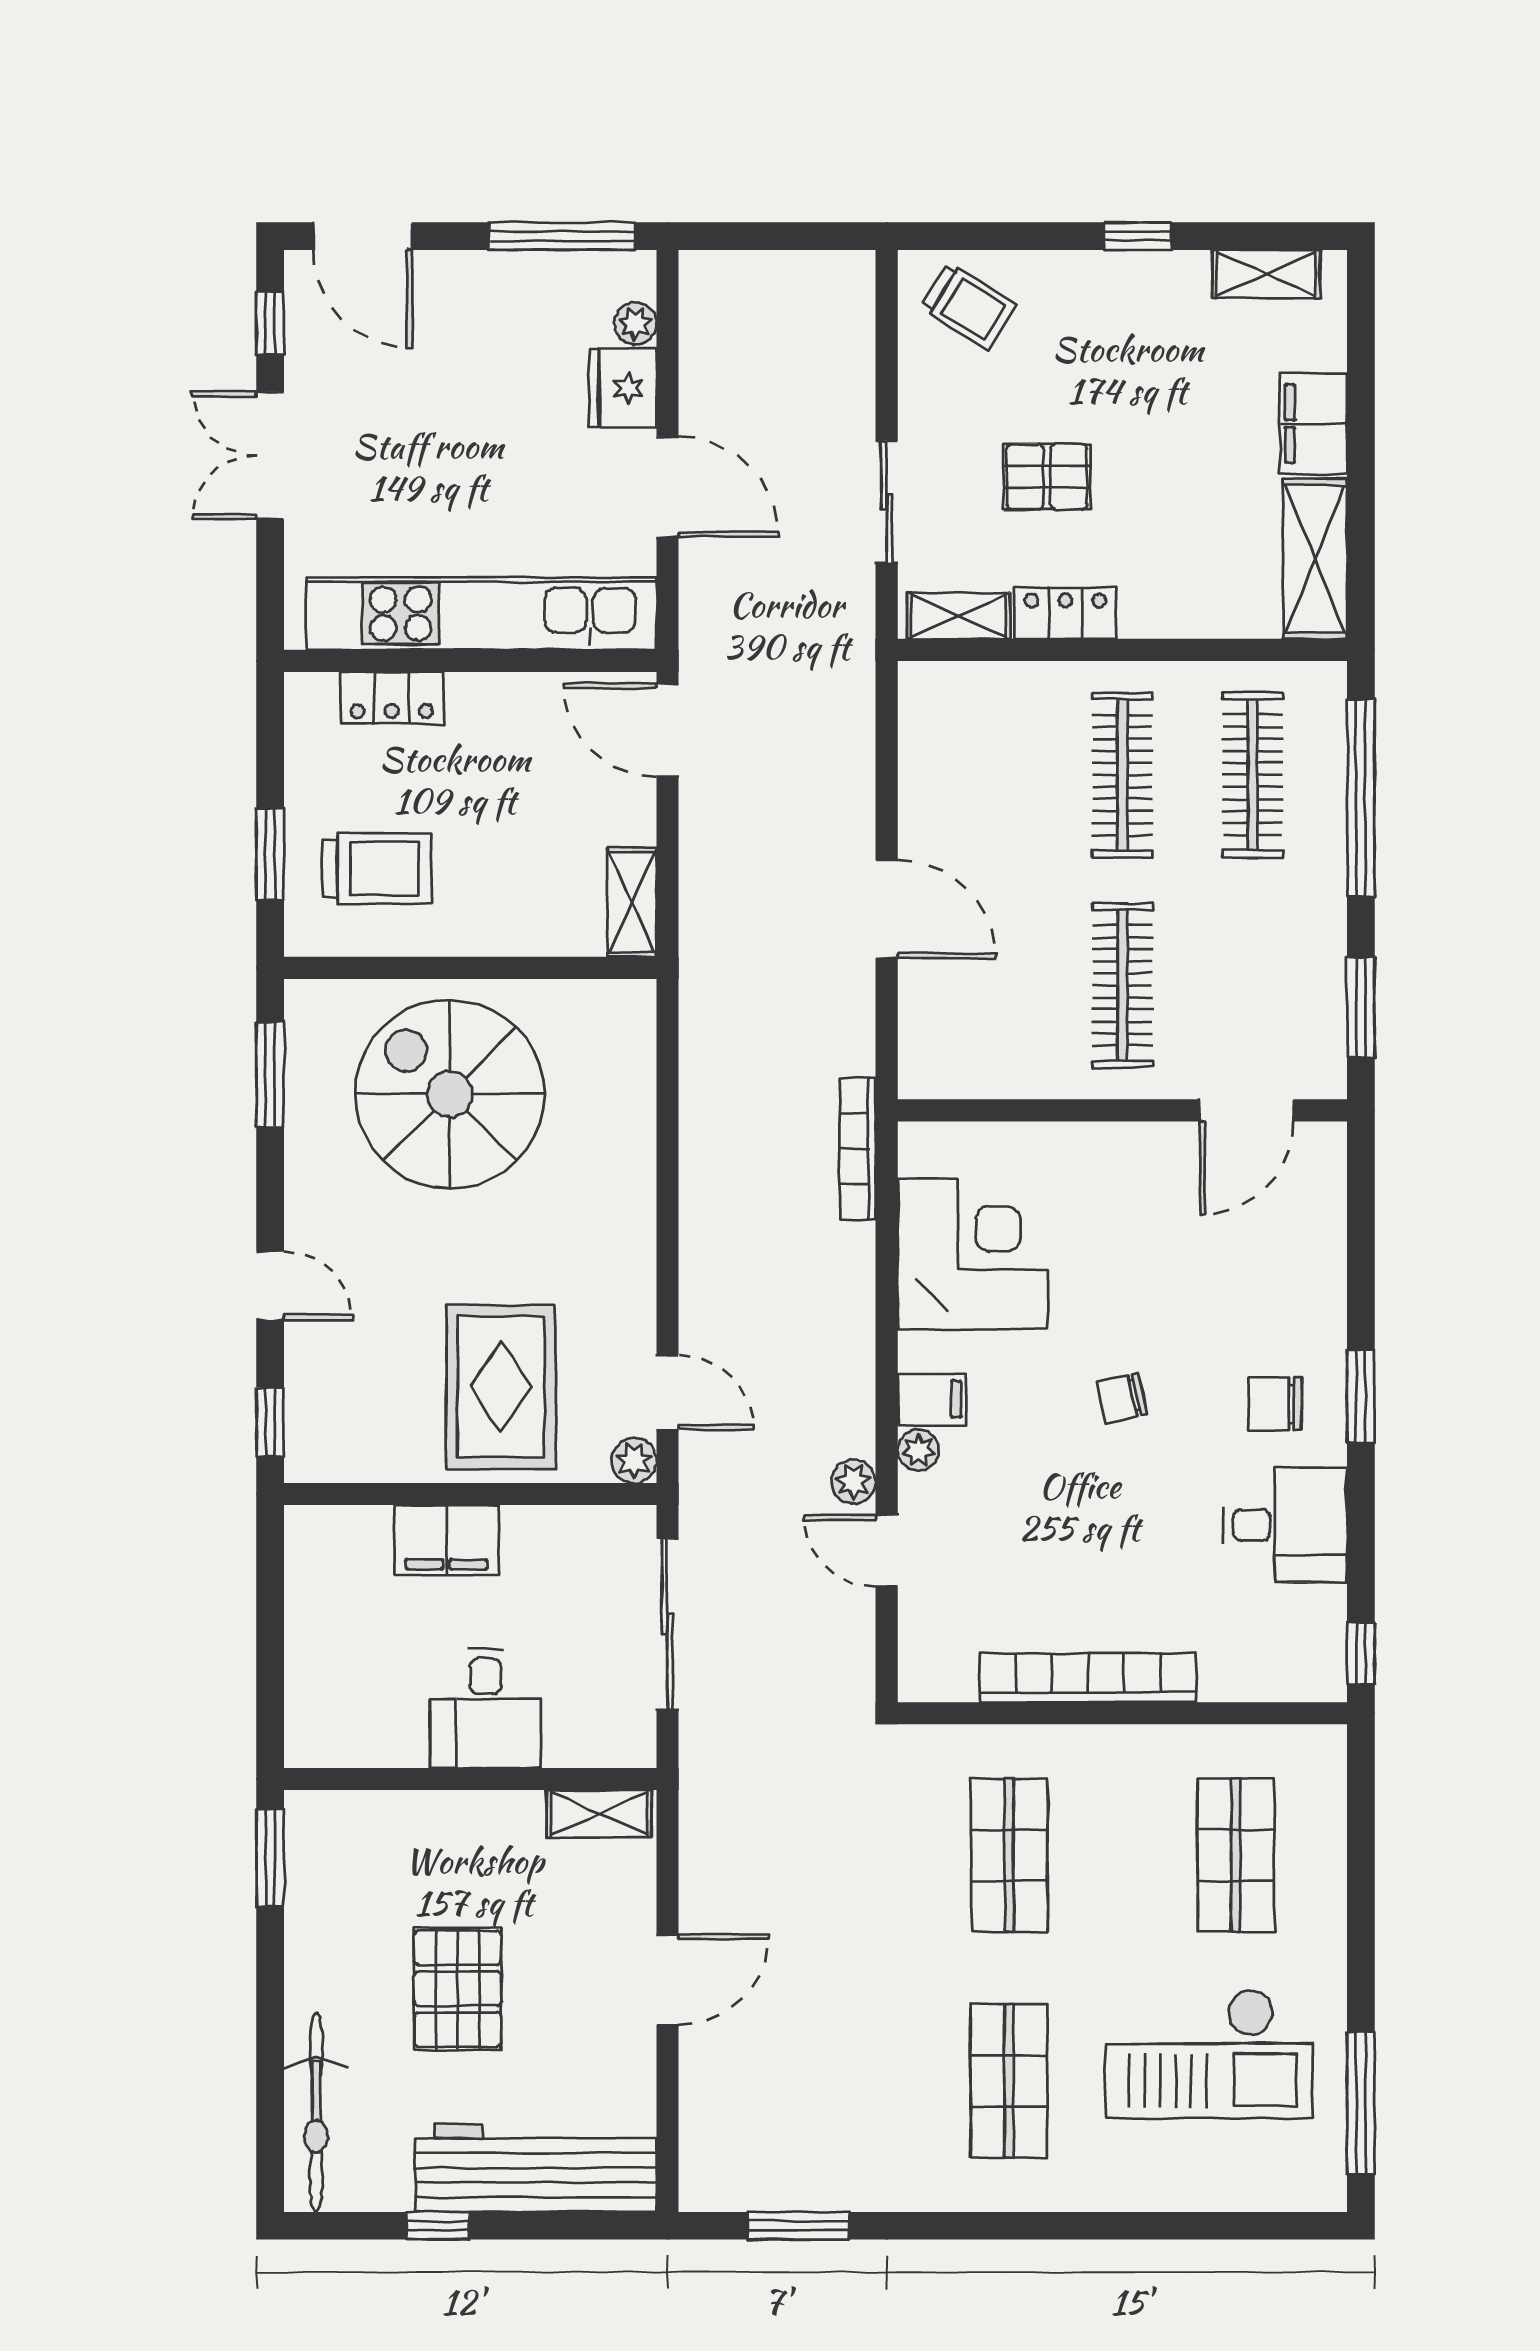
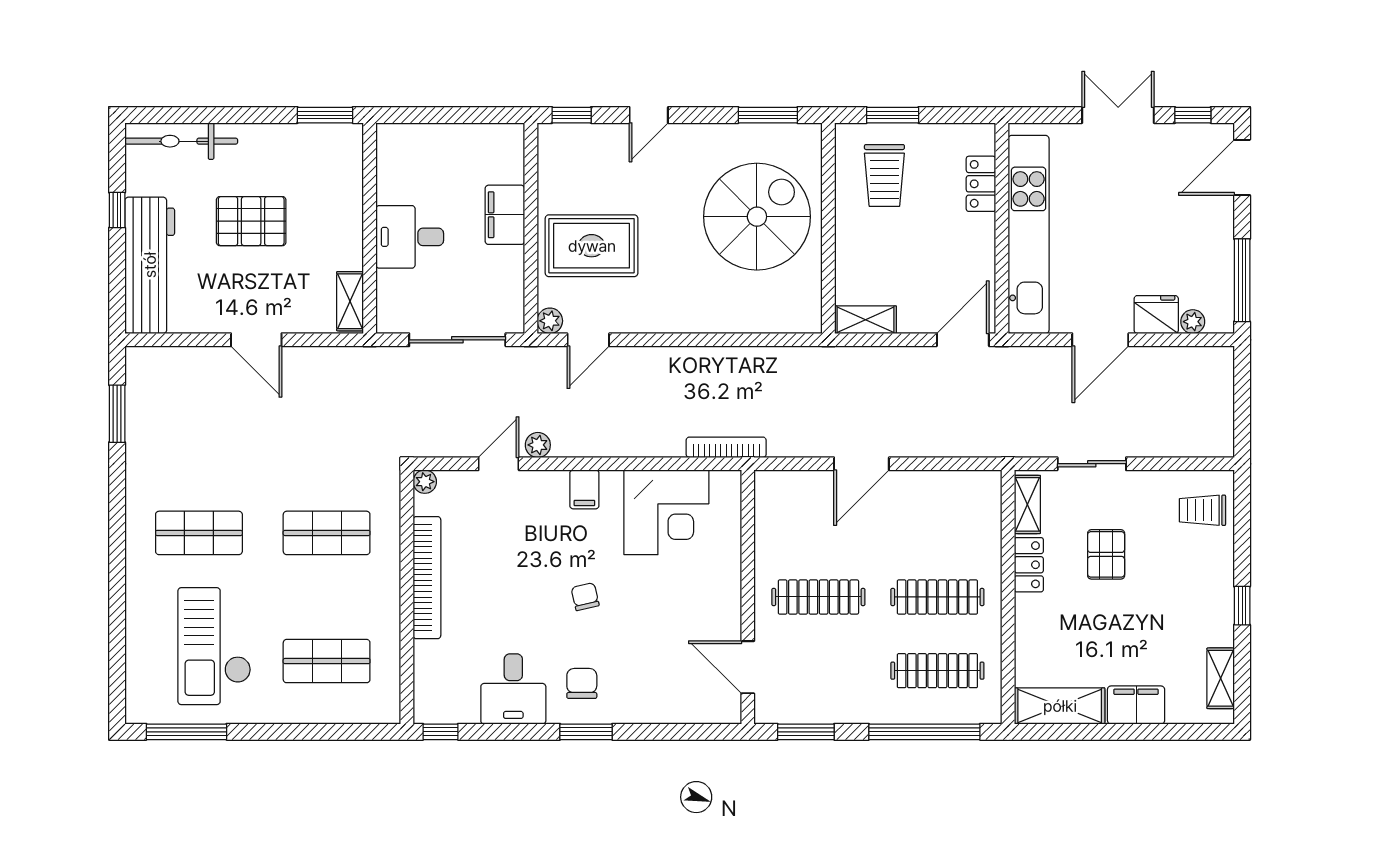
trolley: (969, 306) -> (1203, 510), turned 58
plant: (918, 1450) -> (425, 482), moved

